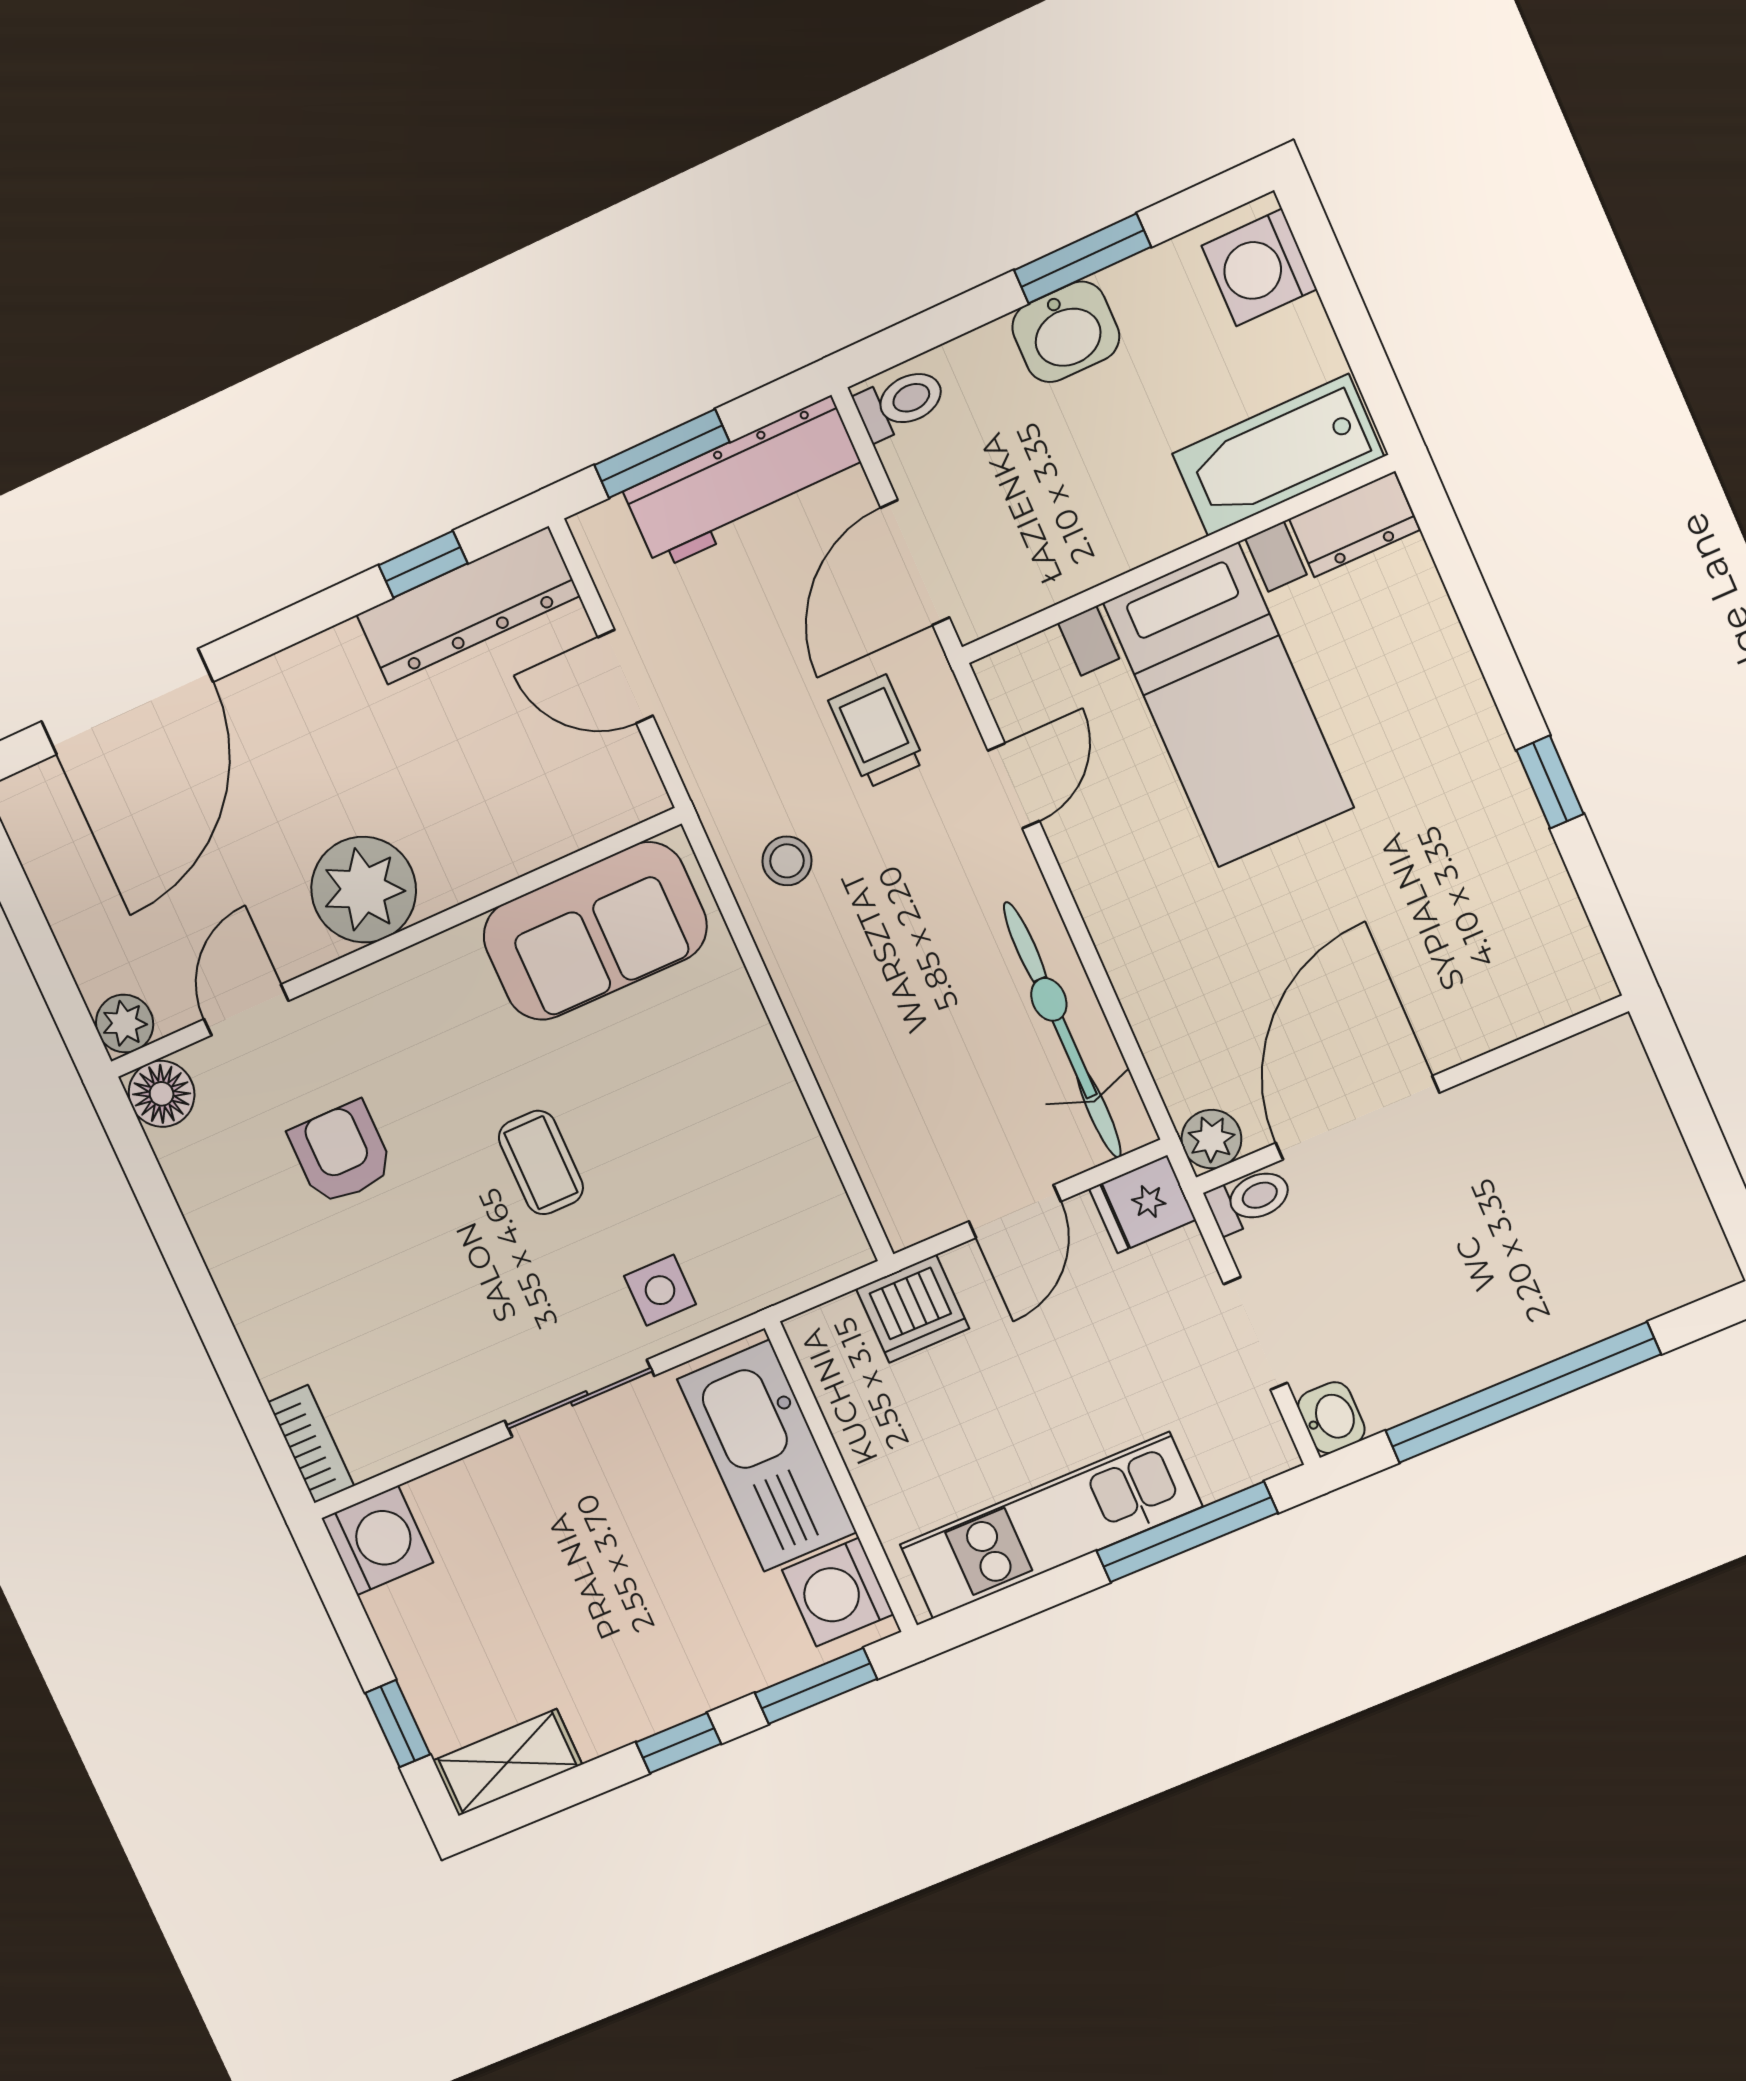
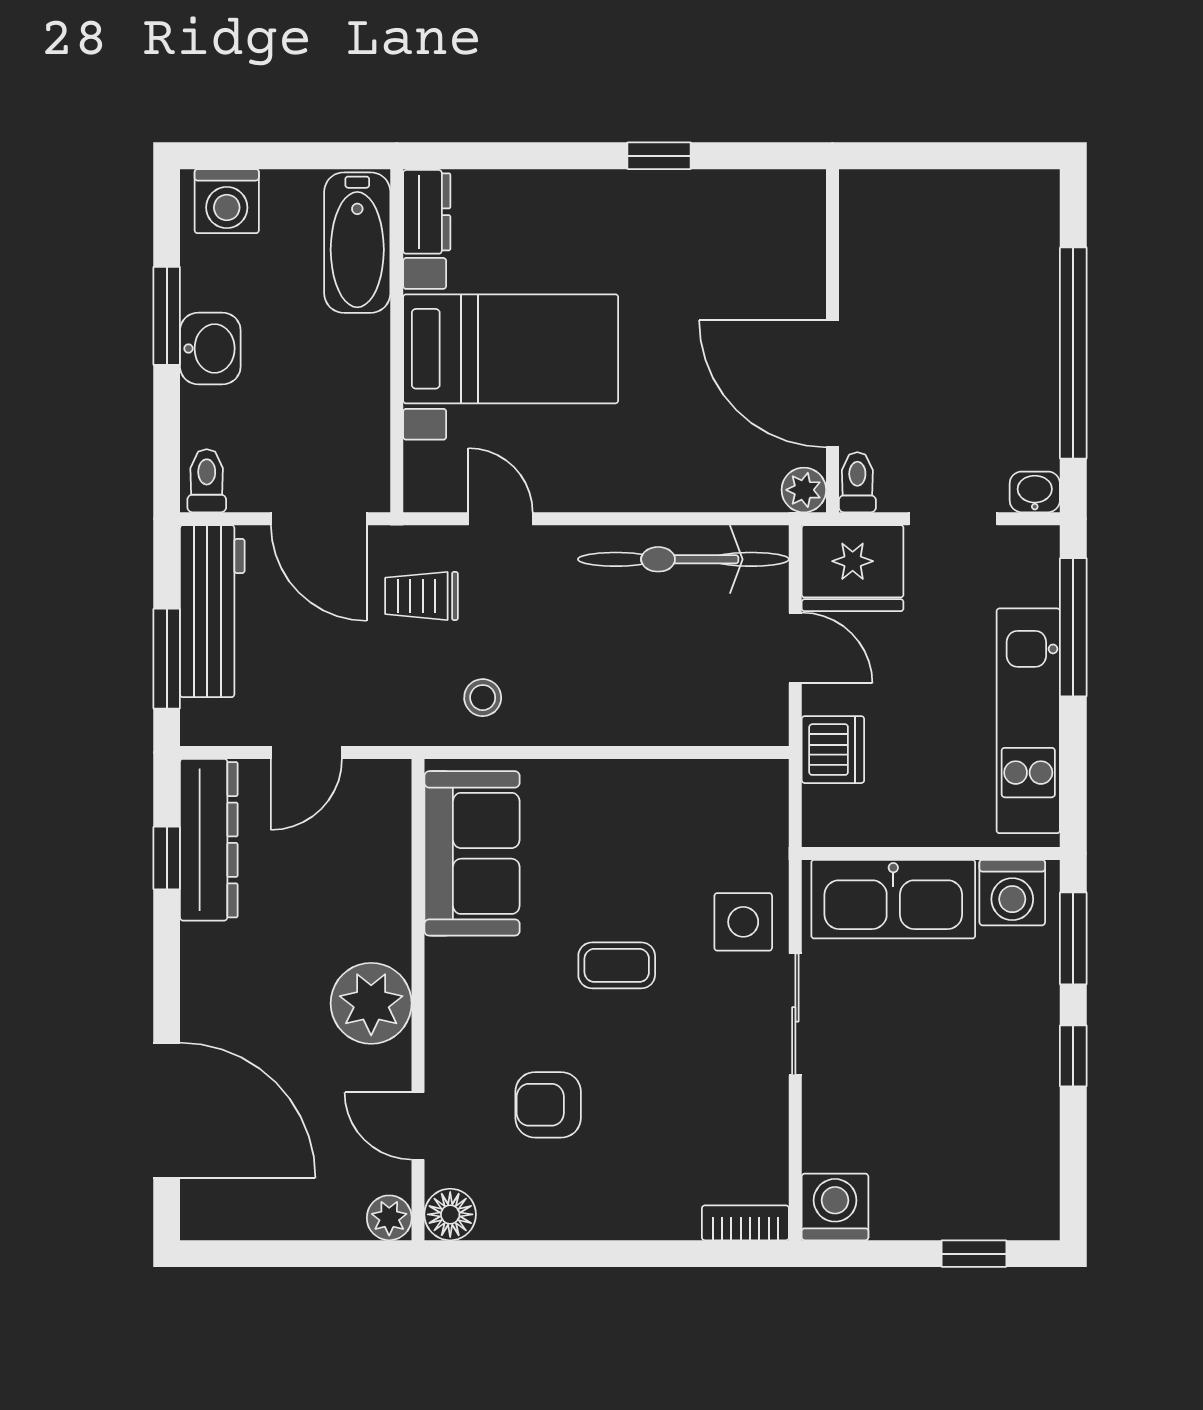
fridge: (1143, 1204) -> (853, 568), width x1.88, depth x1.34
side table: (660, 1290) -> (743, 922), width x1.37, depth x1.37
shelving: (507, 1763) -> (1036, 1186), removed

